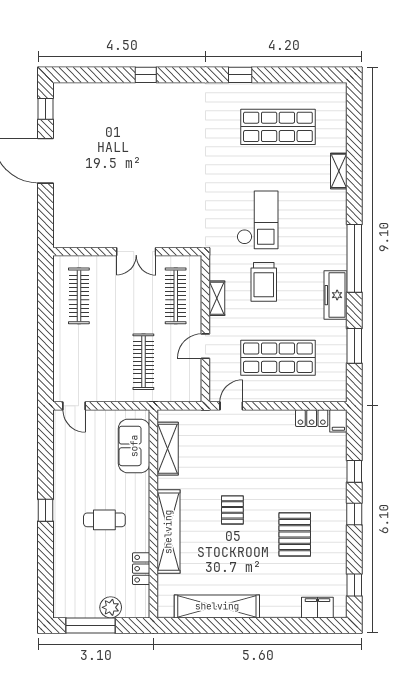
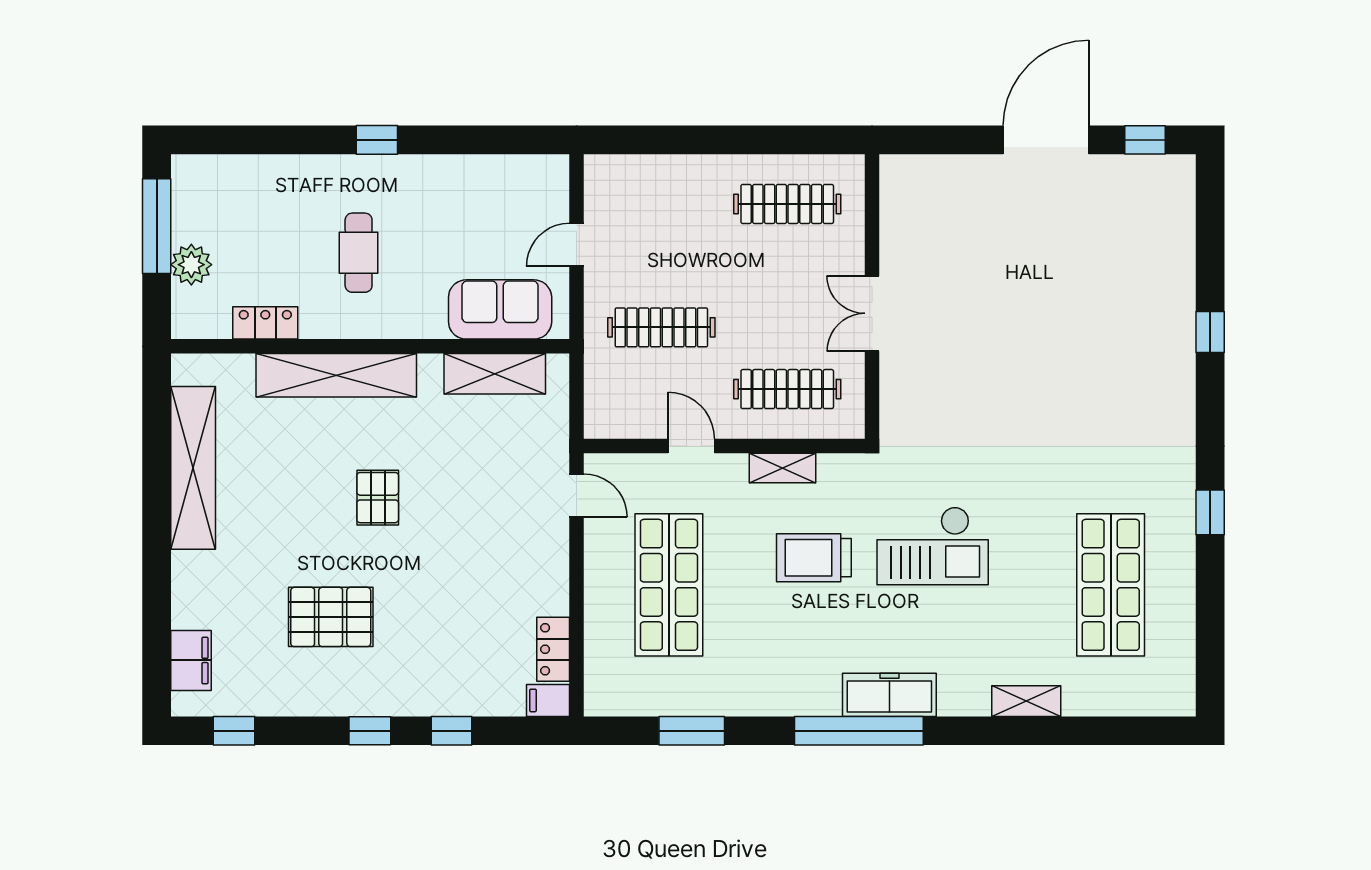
freezer: (335, 295) -> (889, 695), moved
door: (74, 406) -> (577, 245), moved
pallet: (232, 510) -> (378, 498), turned 90

